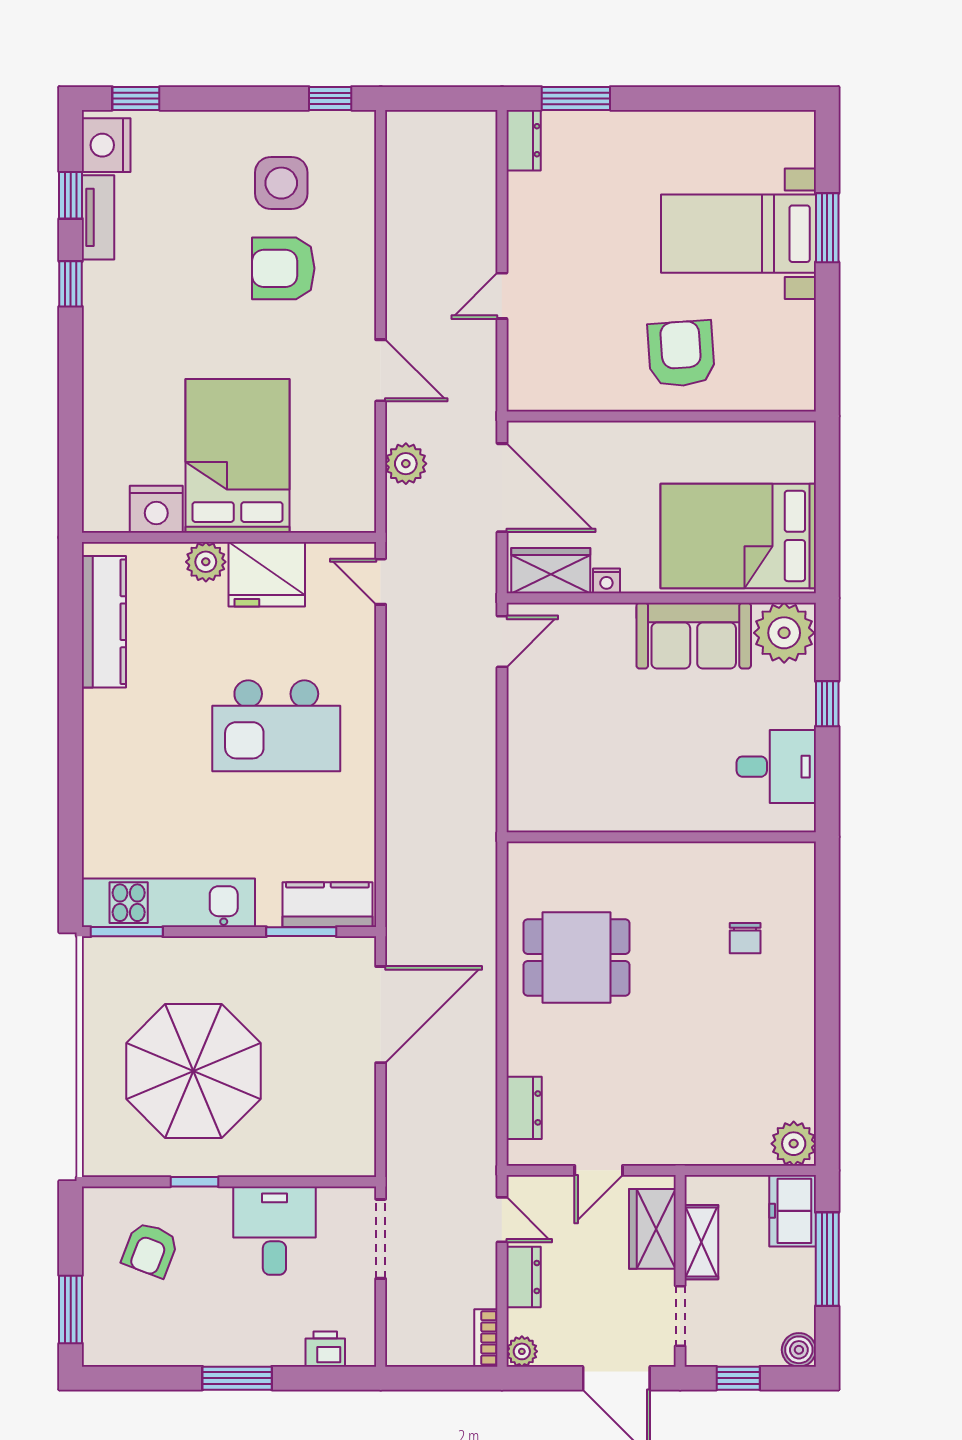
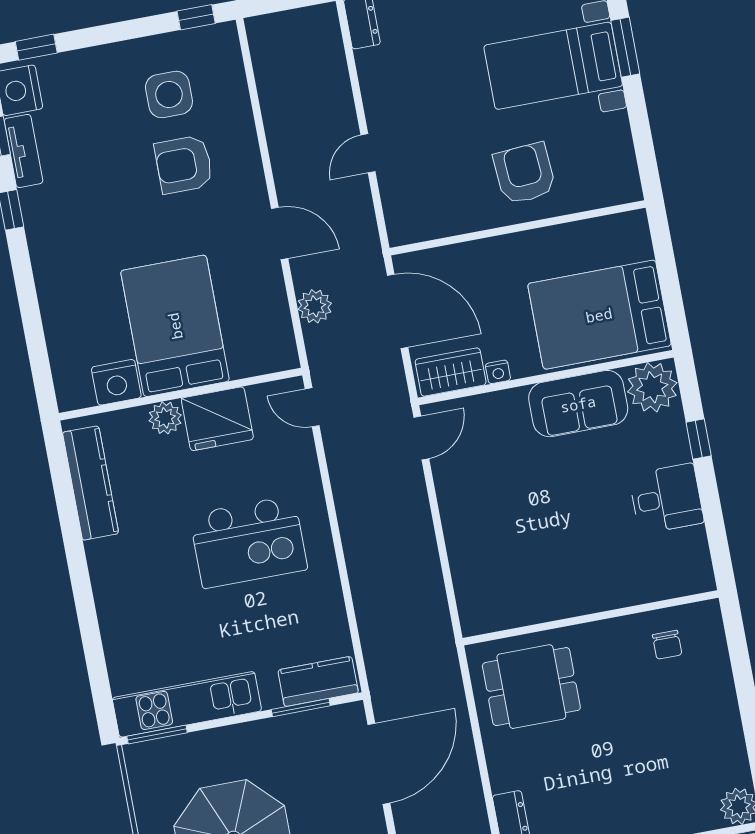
wall: (661, 837) -> (591, 618), moved

